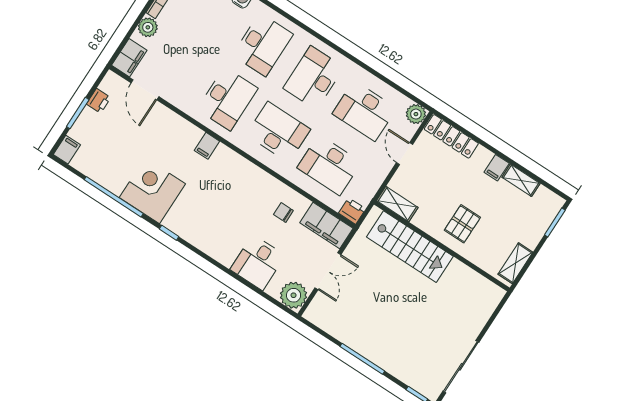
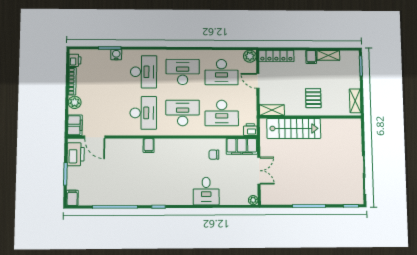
desk: (314, 78) -> (183, 72), turned 90
printer: (99, 101) -> (76, 154), width x1.87, depth x1.48
corner desk: (152, 191) -> (134, 190), removed
desk: (258, 263) -> (206, 191), moved
plant: (294, 295) -> (253, 200), width x0.53, depth x0.53

